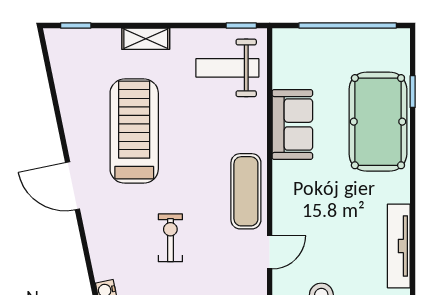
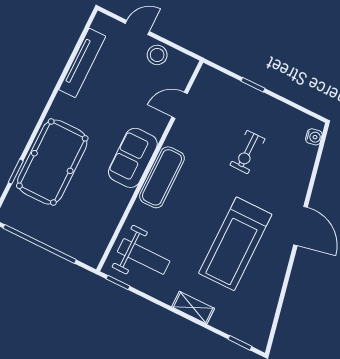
sofa: (292, 125) -> (133, 158), moved
exercise mat: (246, 191) -> (162, 177), moved

